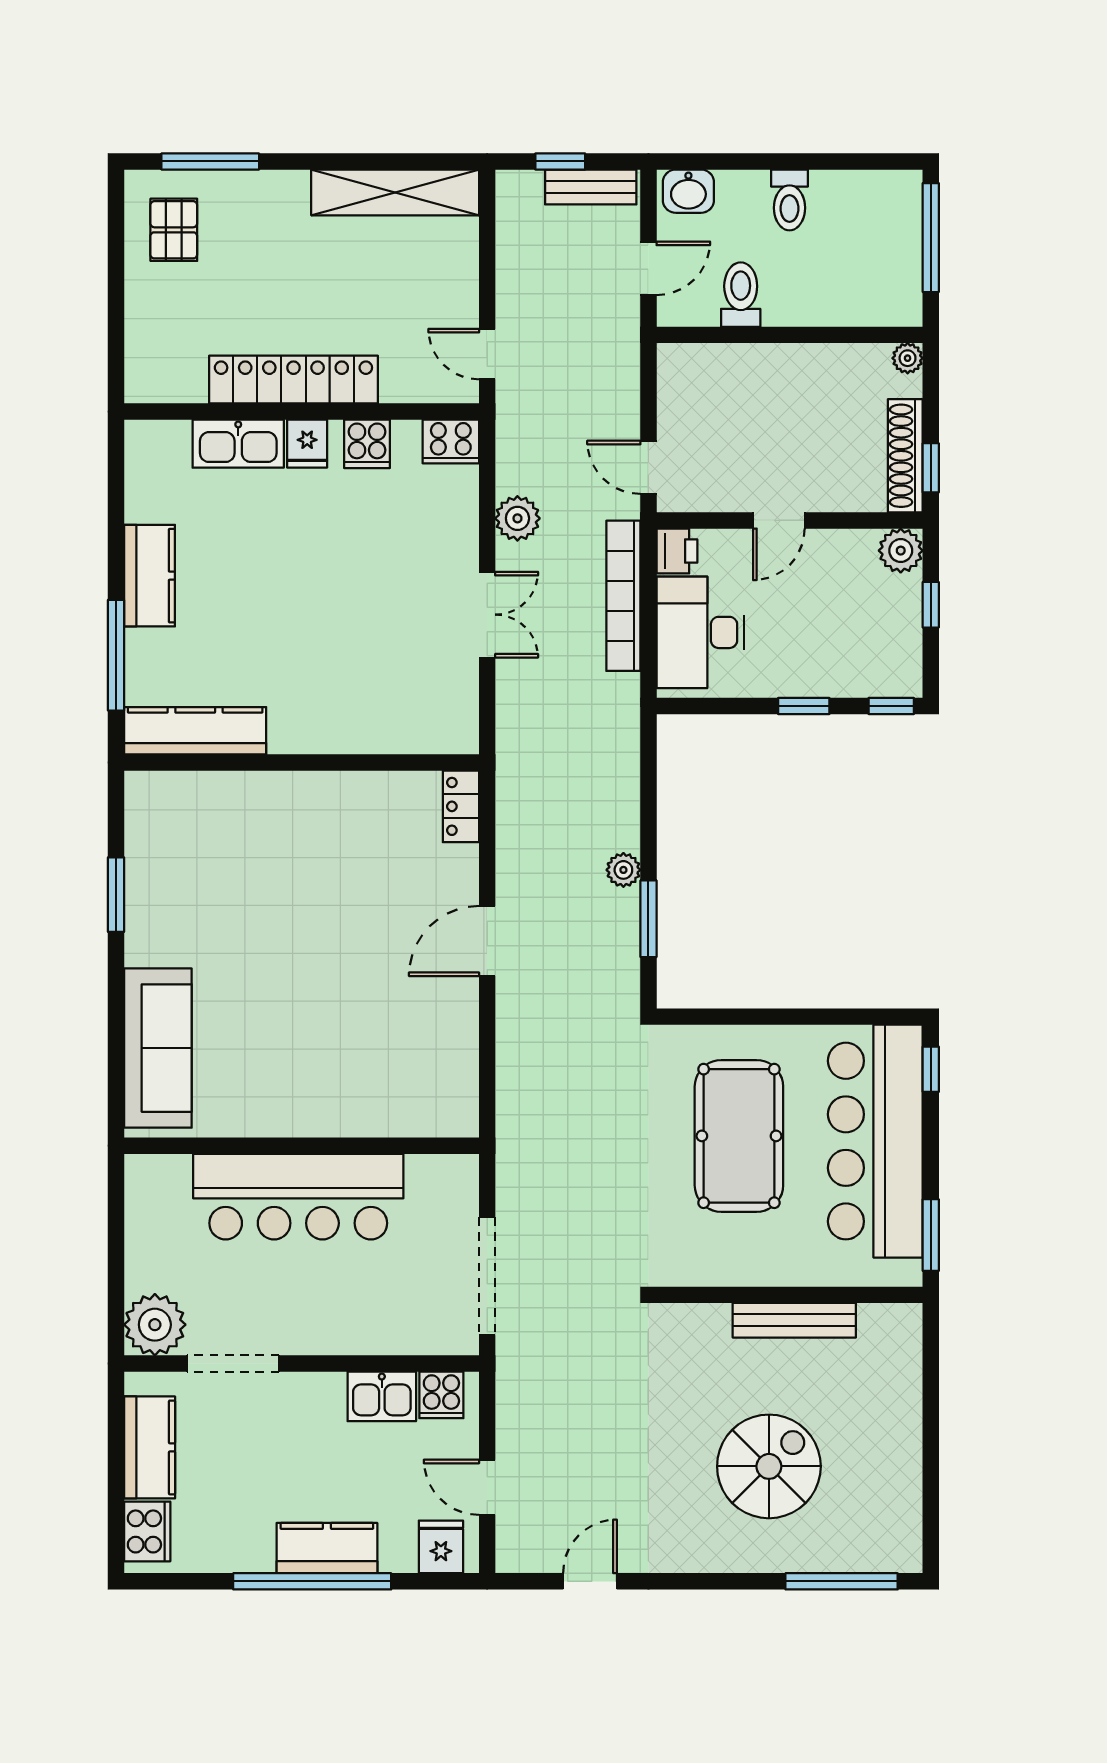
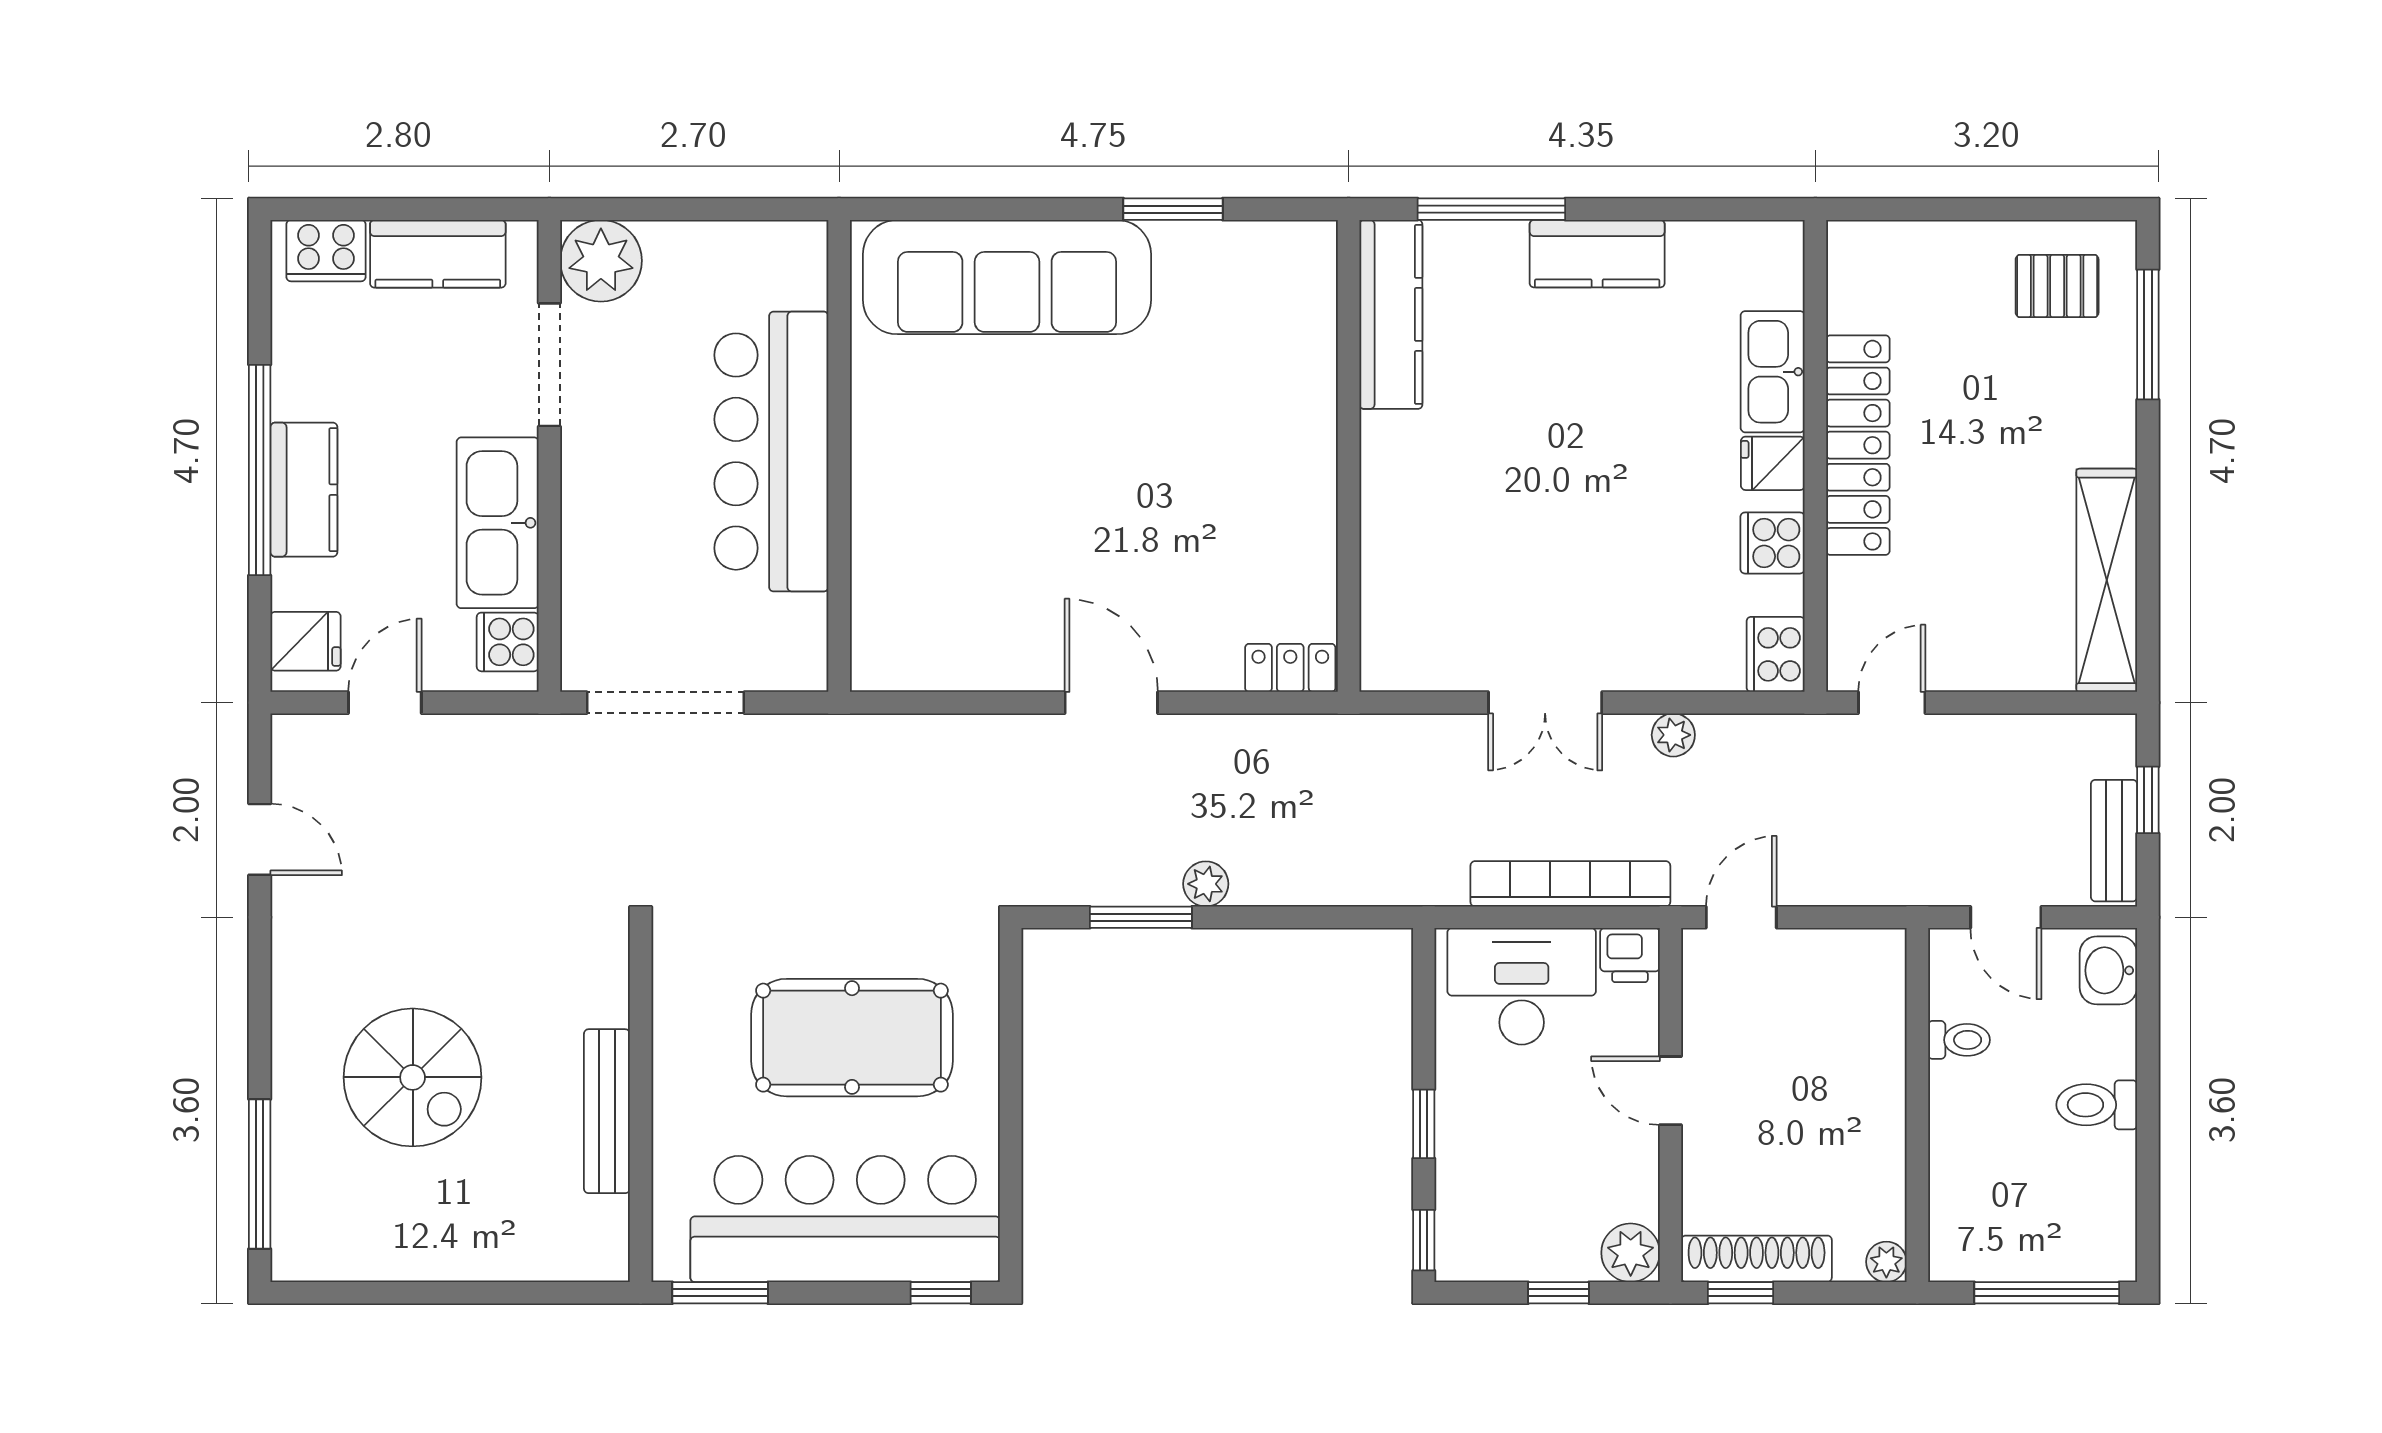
toilet: (741, 295) -> (1959, 1040), width x0.73, depth x0.72
plant: (517, 518) -> (1673, 735), width x0.73, depth x0.73
sofa: (158, 1048) -> (1007, 277), width x1.36, depth x1.27
kitchen sink: (382, 1396) -> (498, 523), width x1.88, depth x1.24

